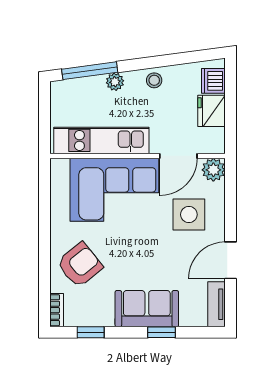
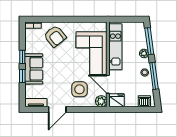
window: (161, 61) -> (154, 76), added
fridge: (212, 111) -> (117, 100), moved
door: (230, 260) -> (57, 109), swing flipped
window: (91, 332) -> (22, 57), moved

